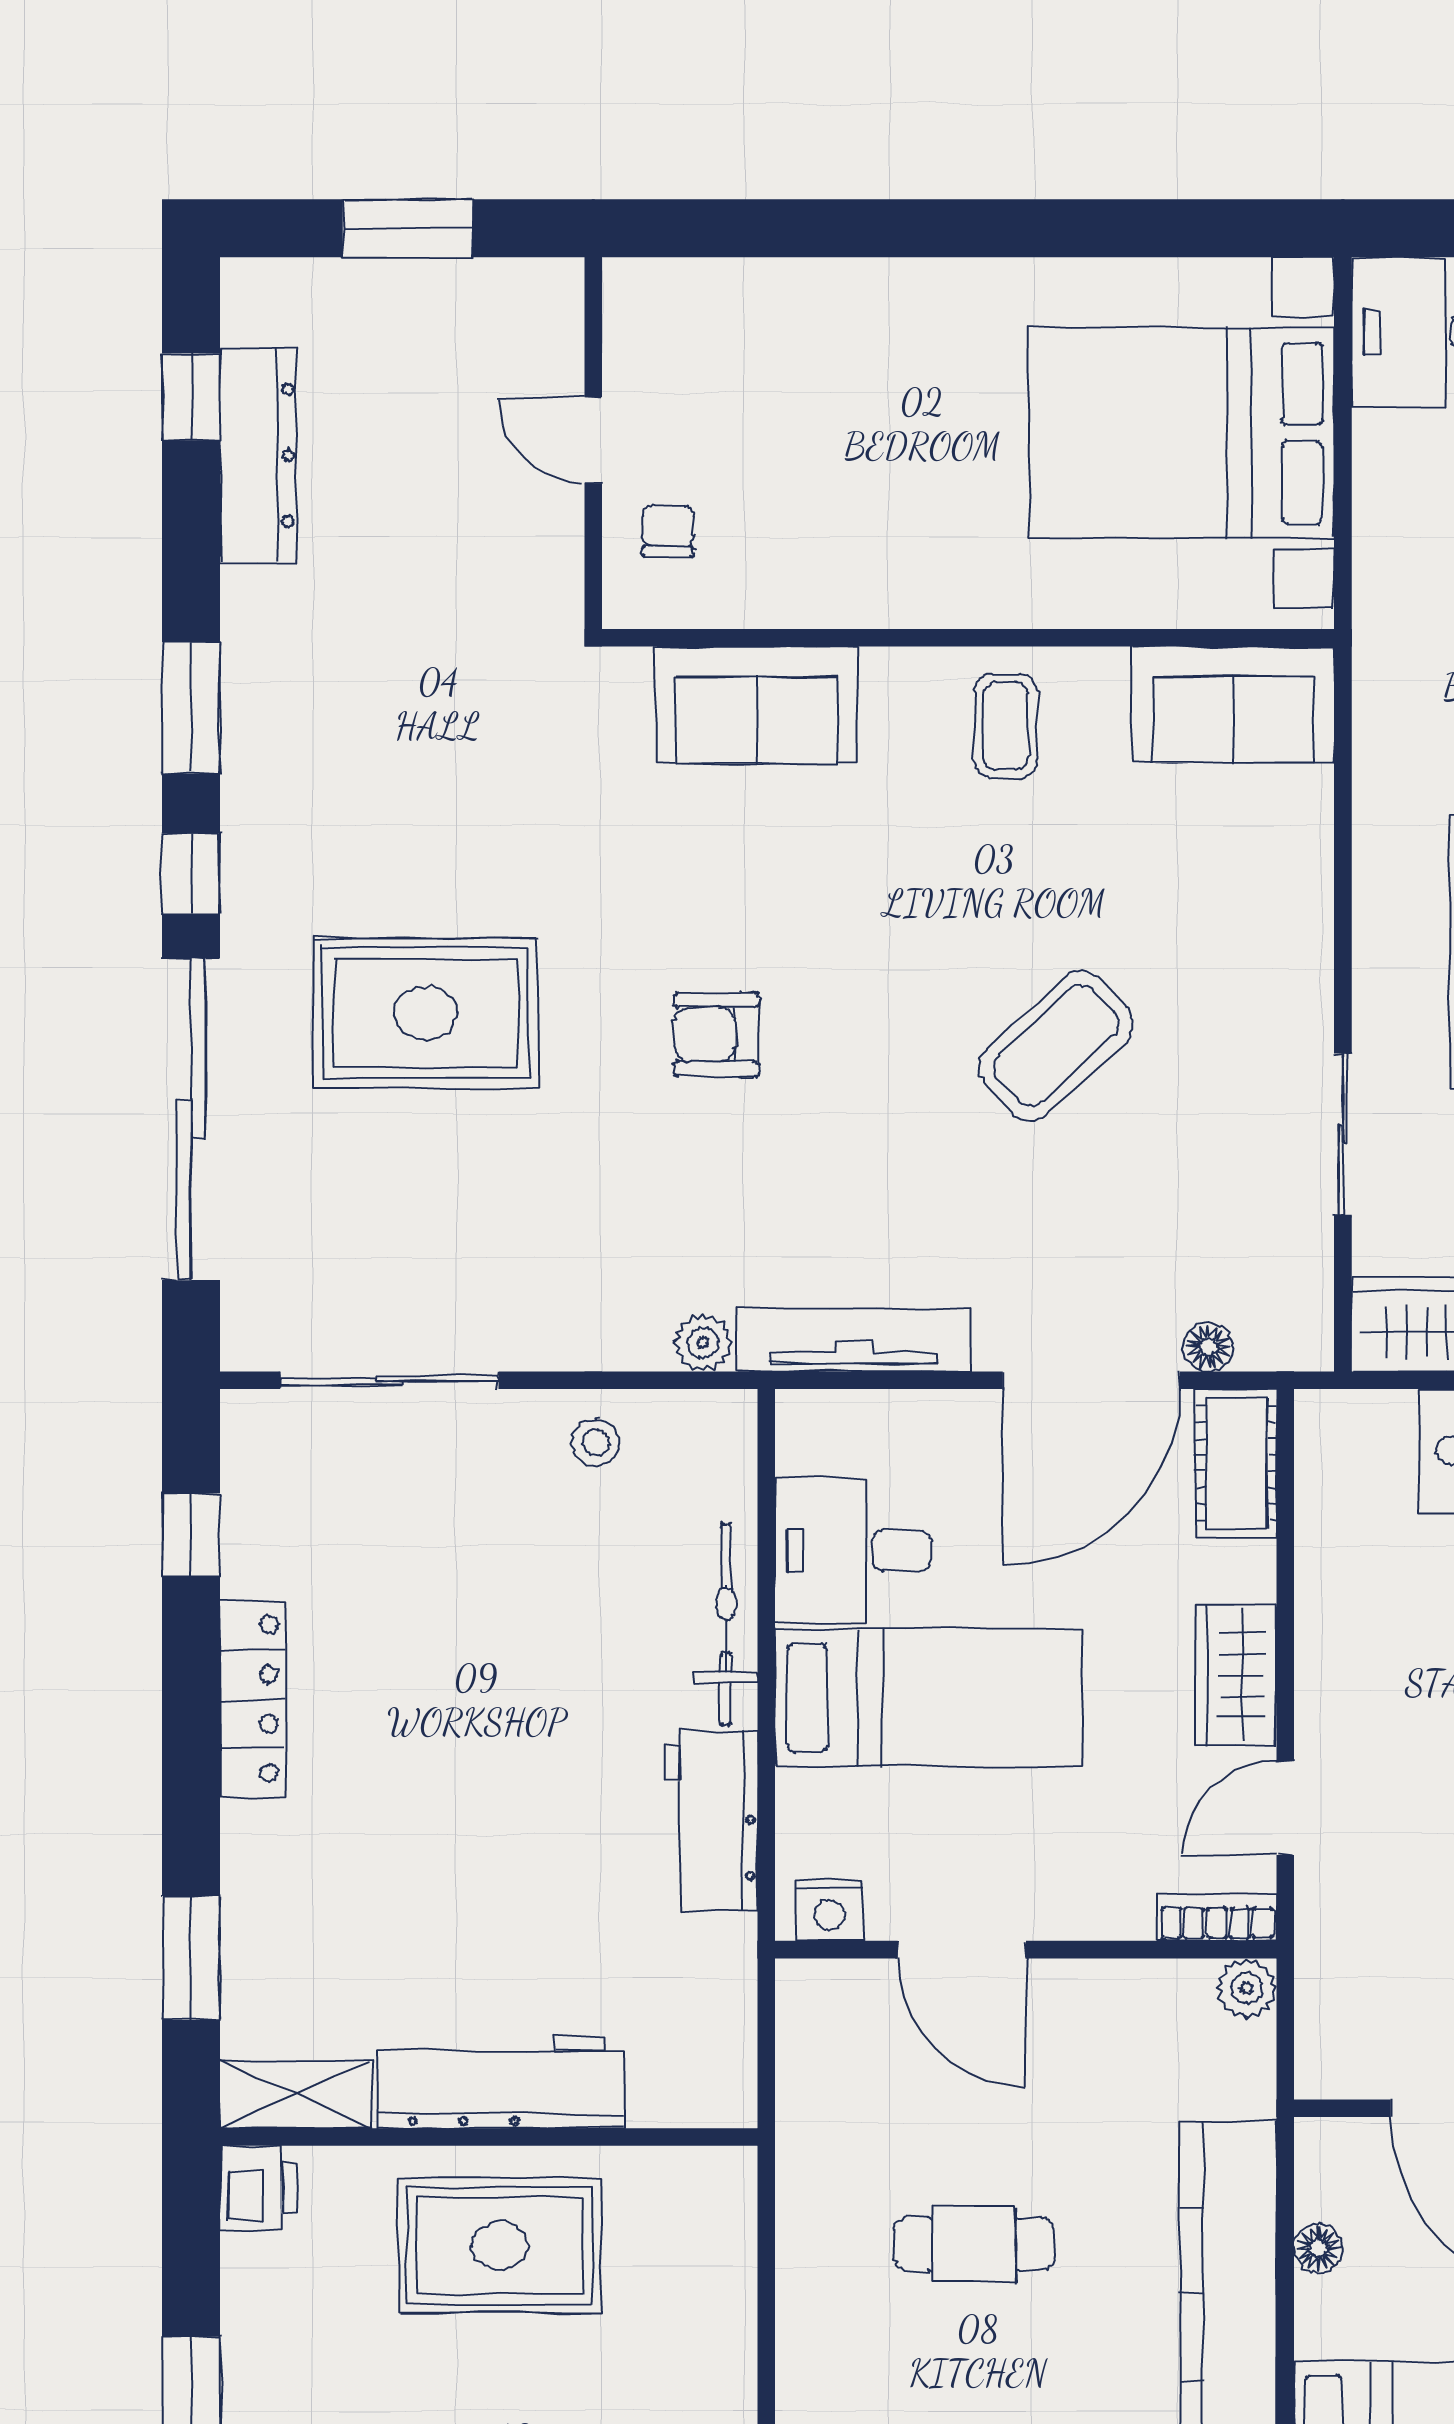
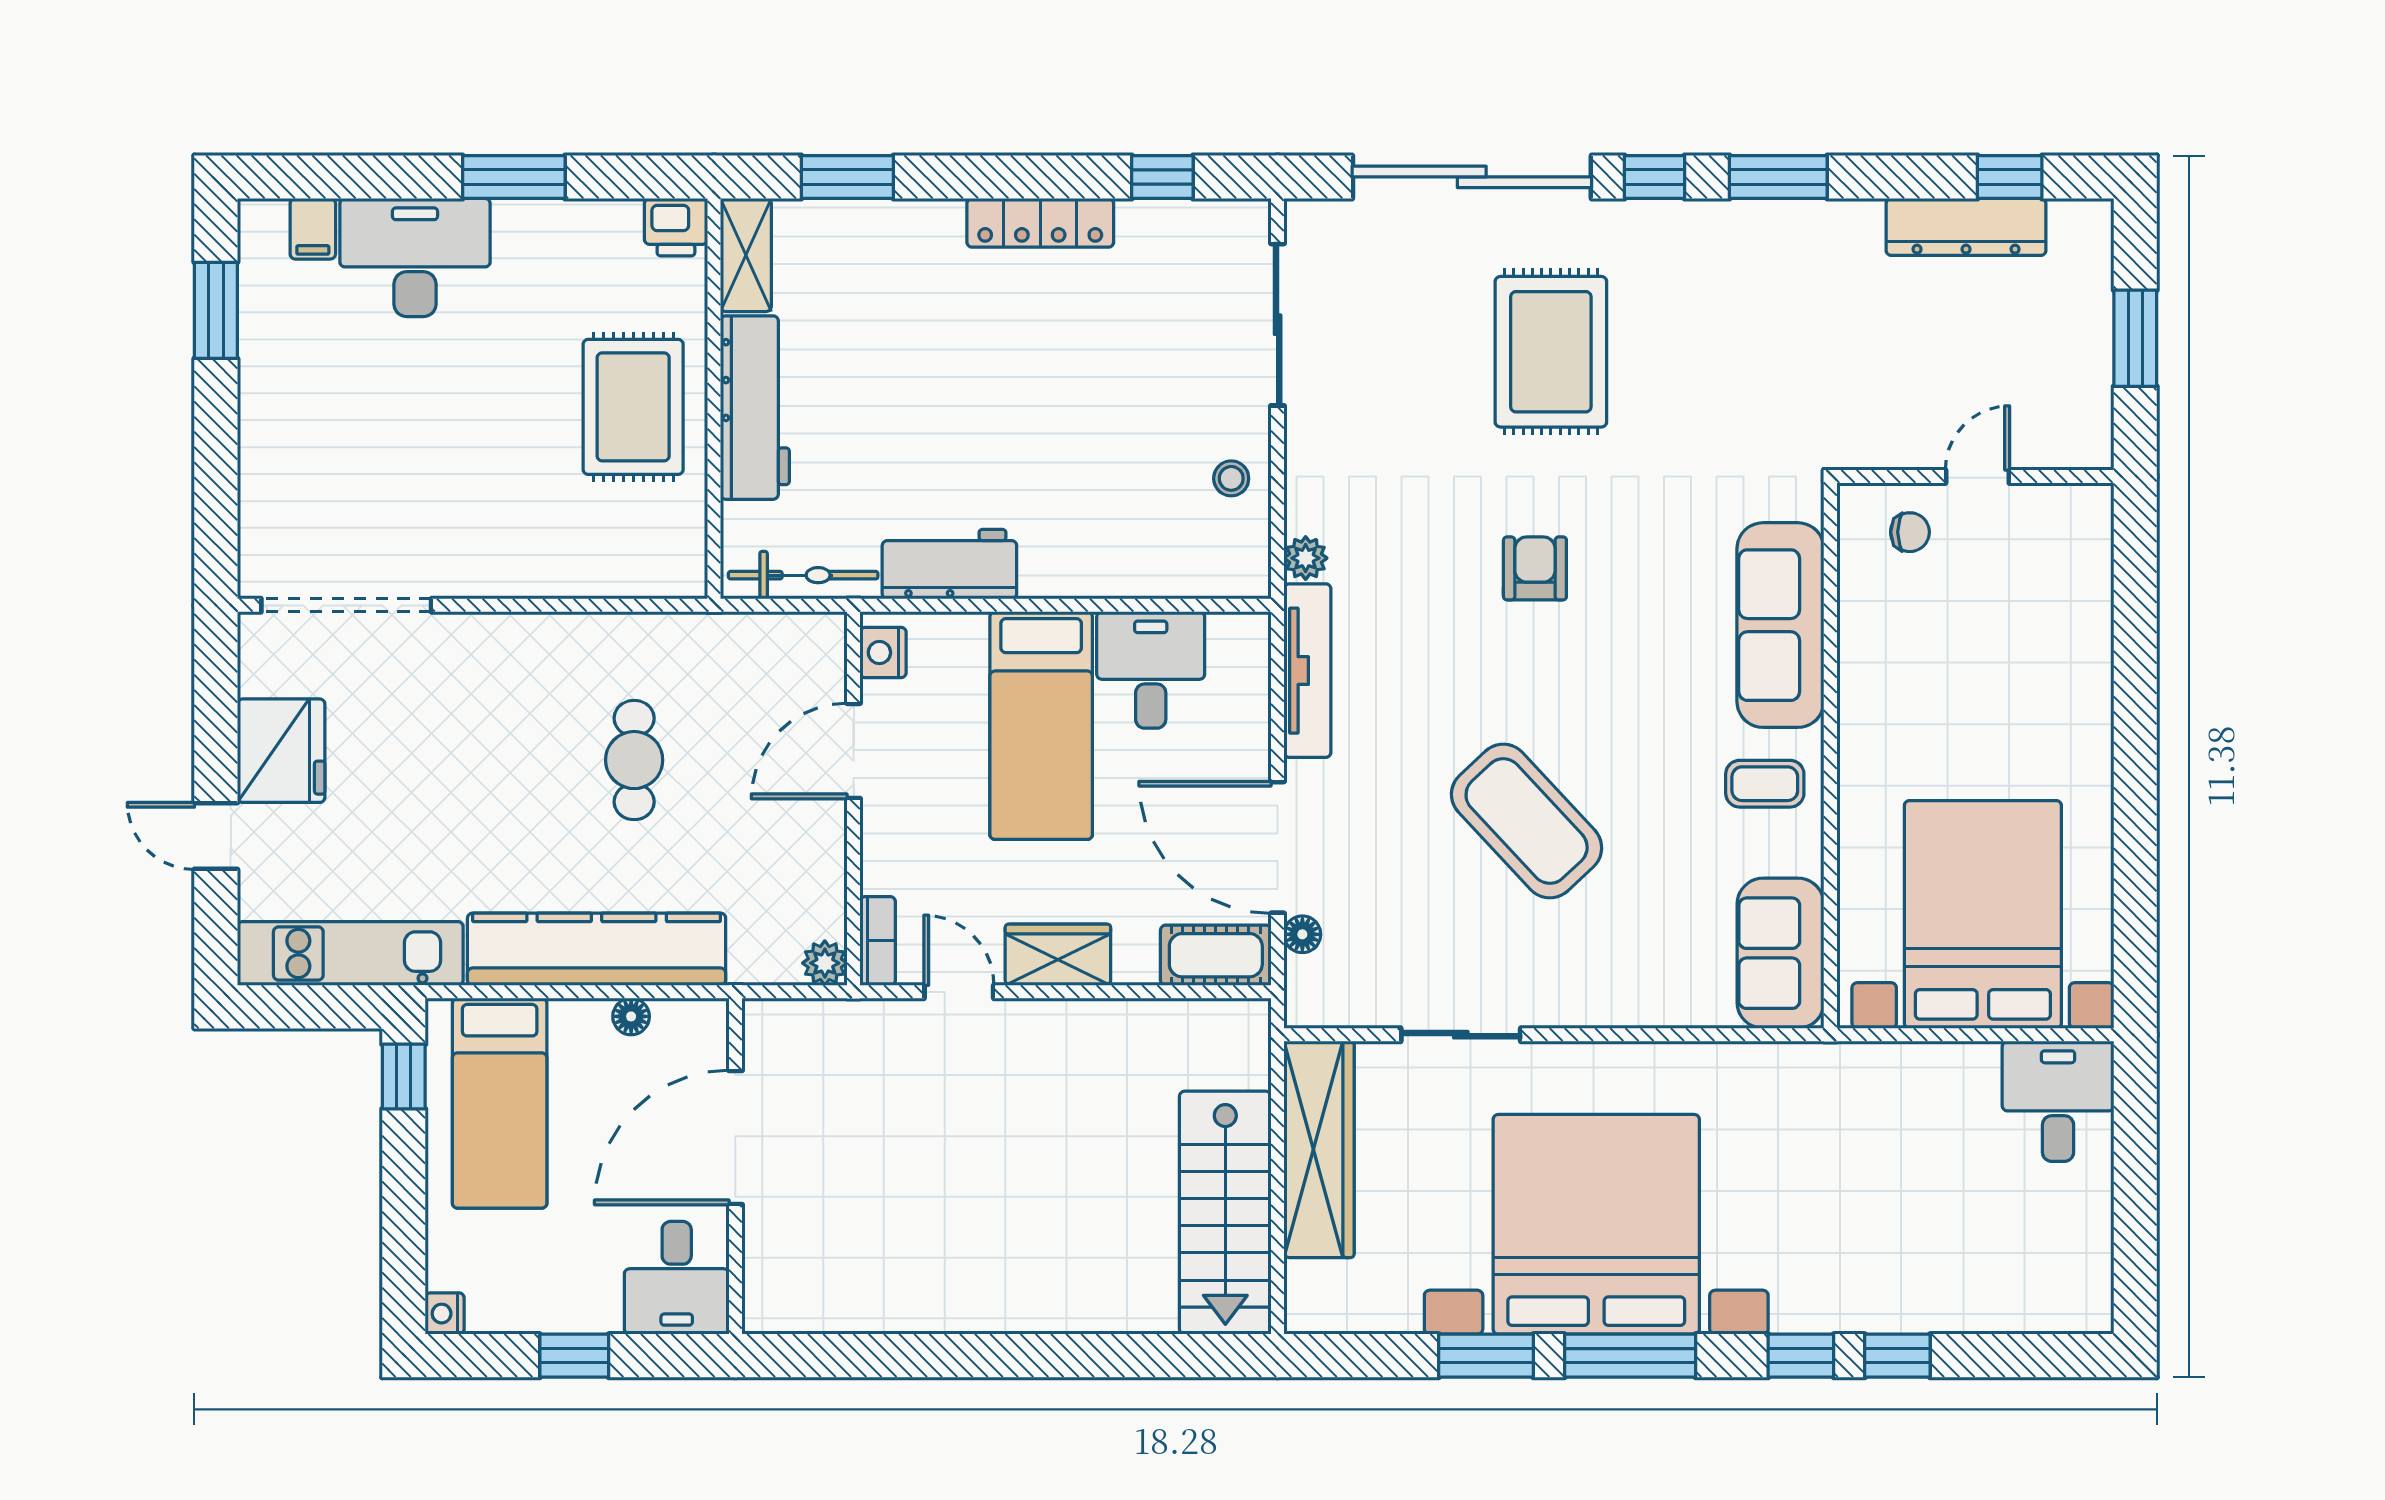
sofa: (756, 705) -> (1780, 625), width x1.36
coffee table: (1056, 1046) -> (1527, 821), width x1.36, depth x1.32
bicycle: (726, 1624) -> (803, 575), moved

